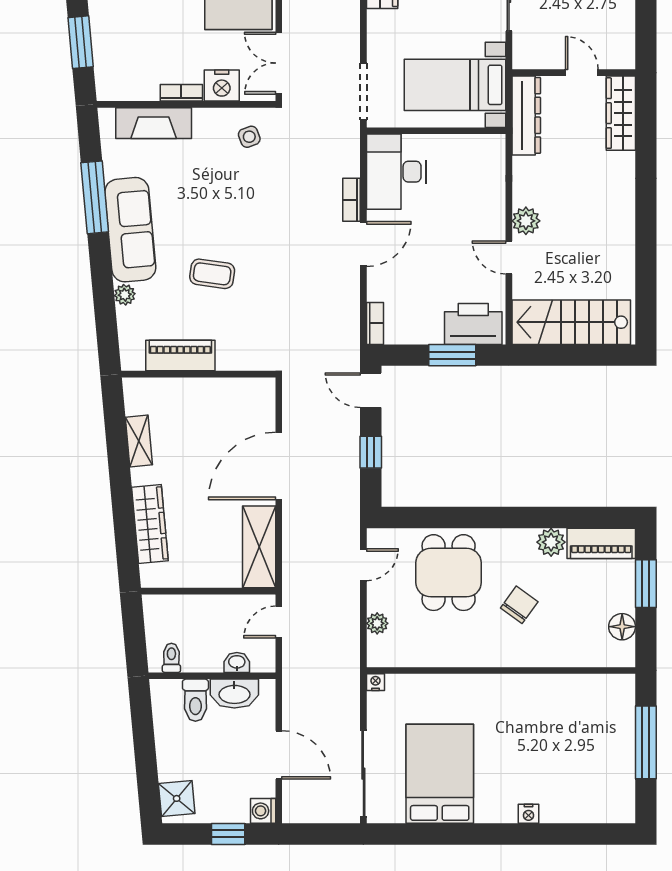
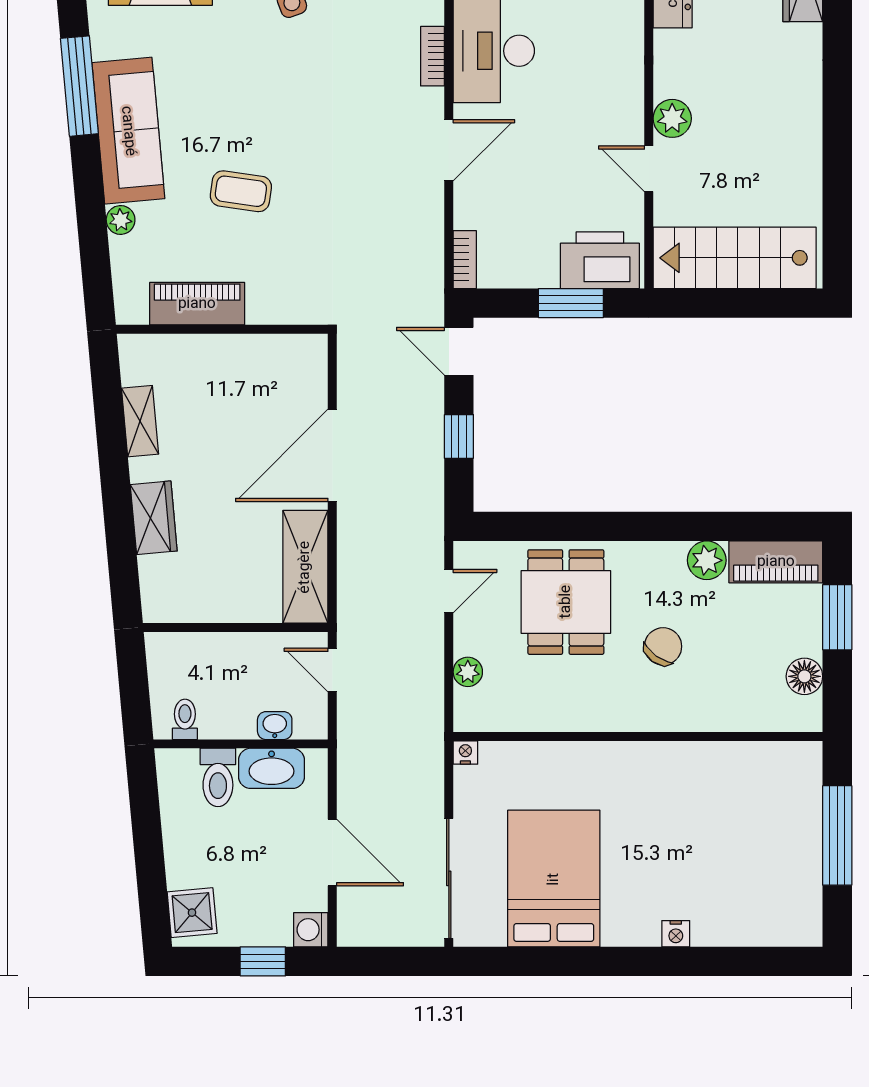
bookcase: (352, 200) -> (432, 56), moved
wardrobe: (150, 524) -> (154, 518), width x0.67
door: (279, 622) -> (332, 670), hinge flipped

